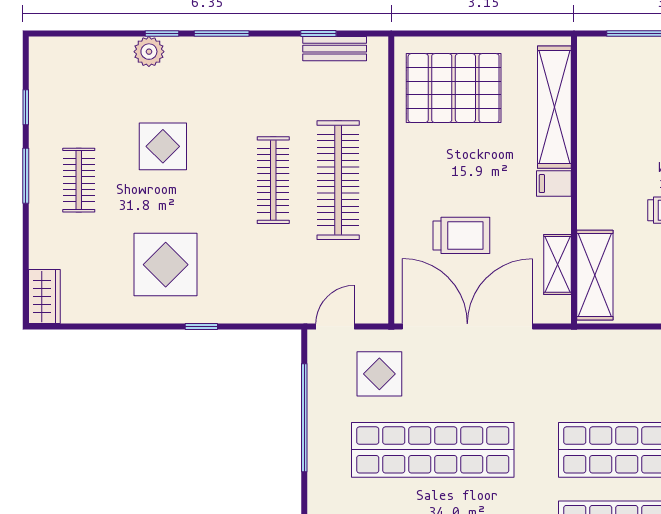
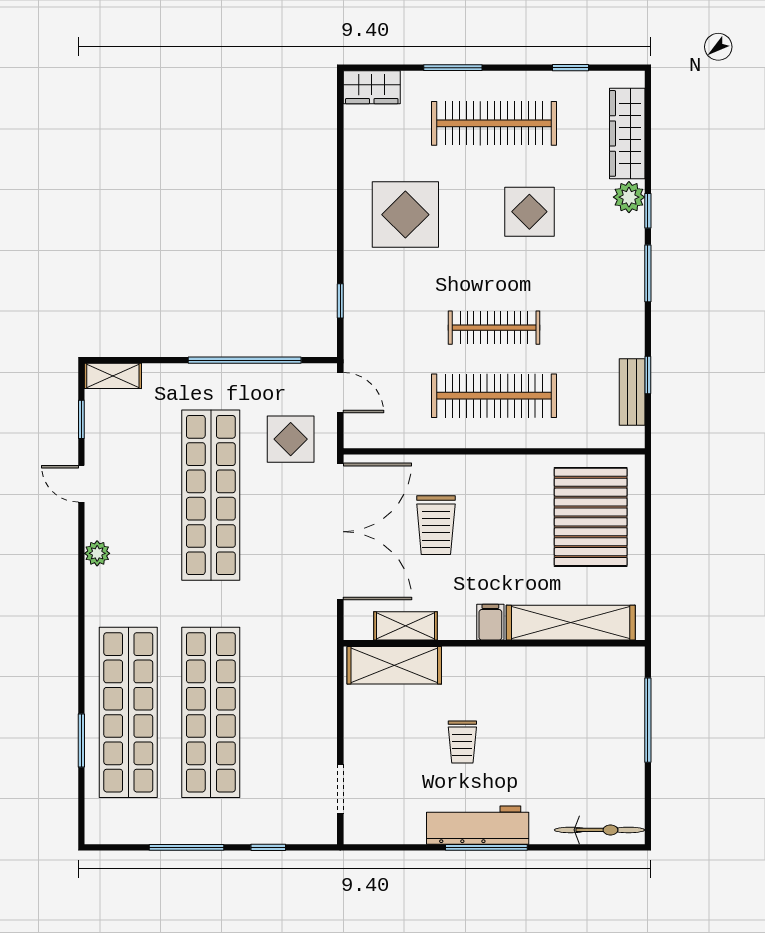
wardrobe: (88, 53) -> (627, 133), added
window: (26, 176) -> (453, 68), moved
clothes rail: (79, 180) -> (494, 123), width x1.86, depth x1.31
window: (201, 327) -> (340, 301), moved

